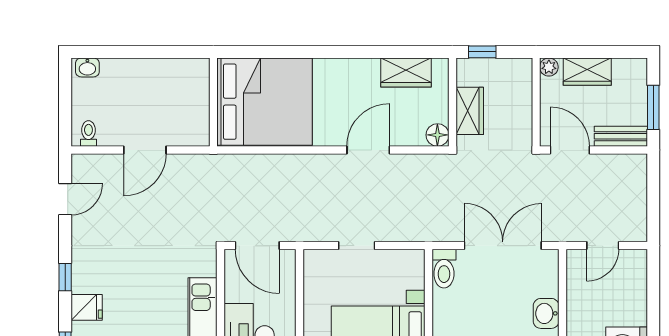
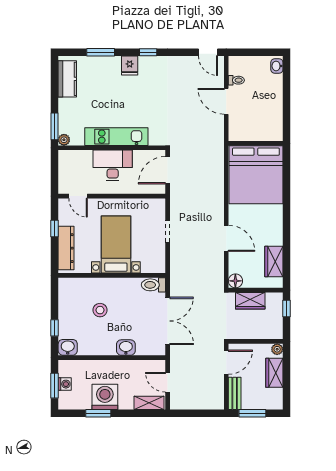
toilet: (88, 133) -> (236, 80), moved
door: (65, 199) -> (208, 52), moved
shelving: (636, 276) -> (149, 403), added

